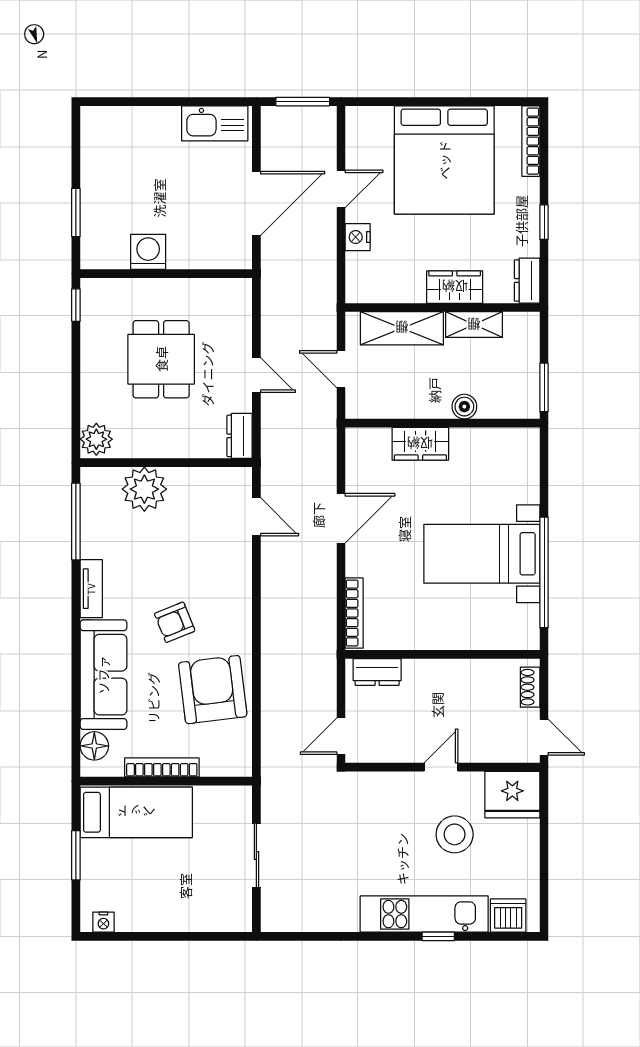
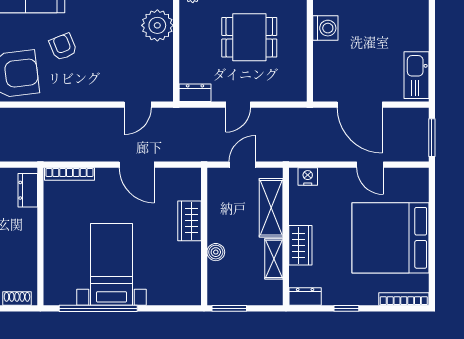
nightstand: (358, 237) -> (308, 176), moved

